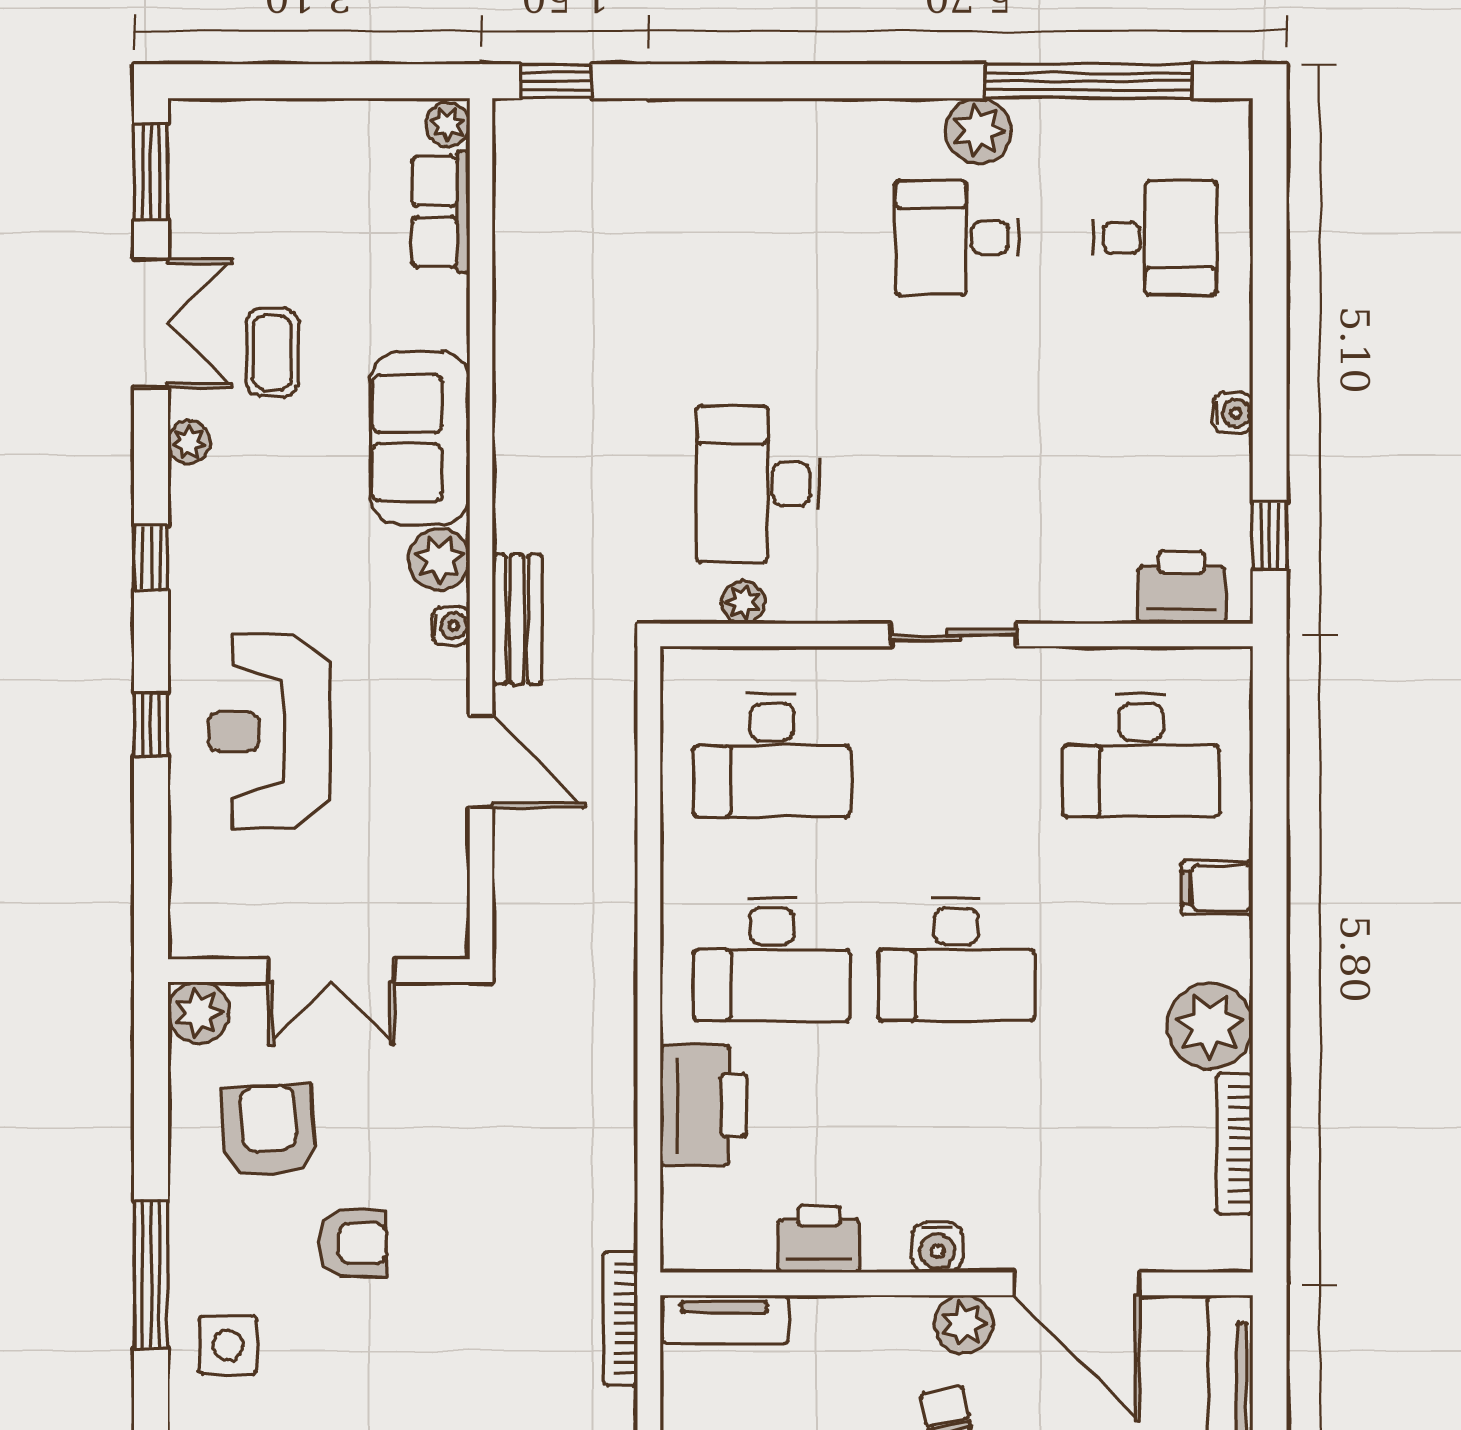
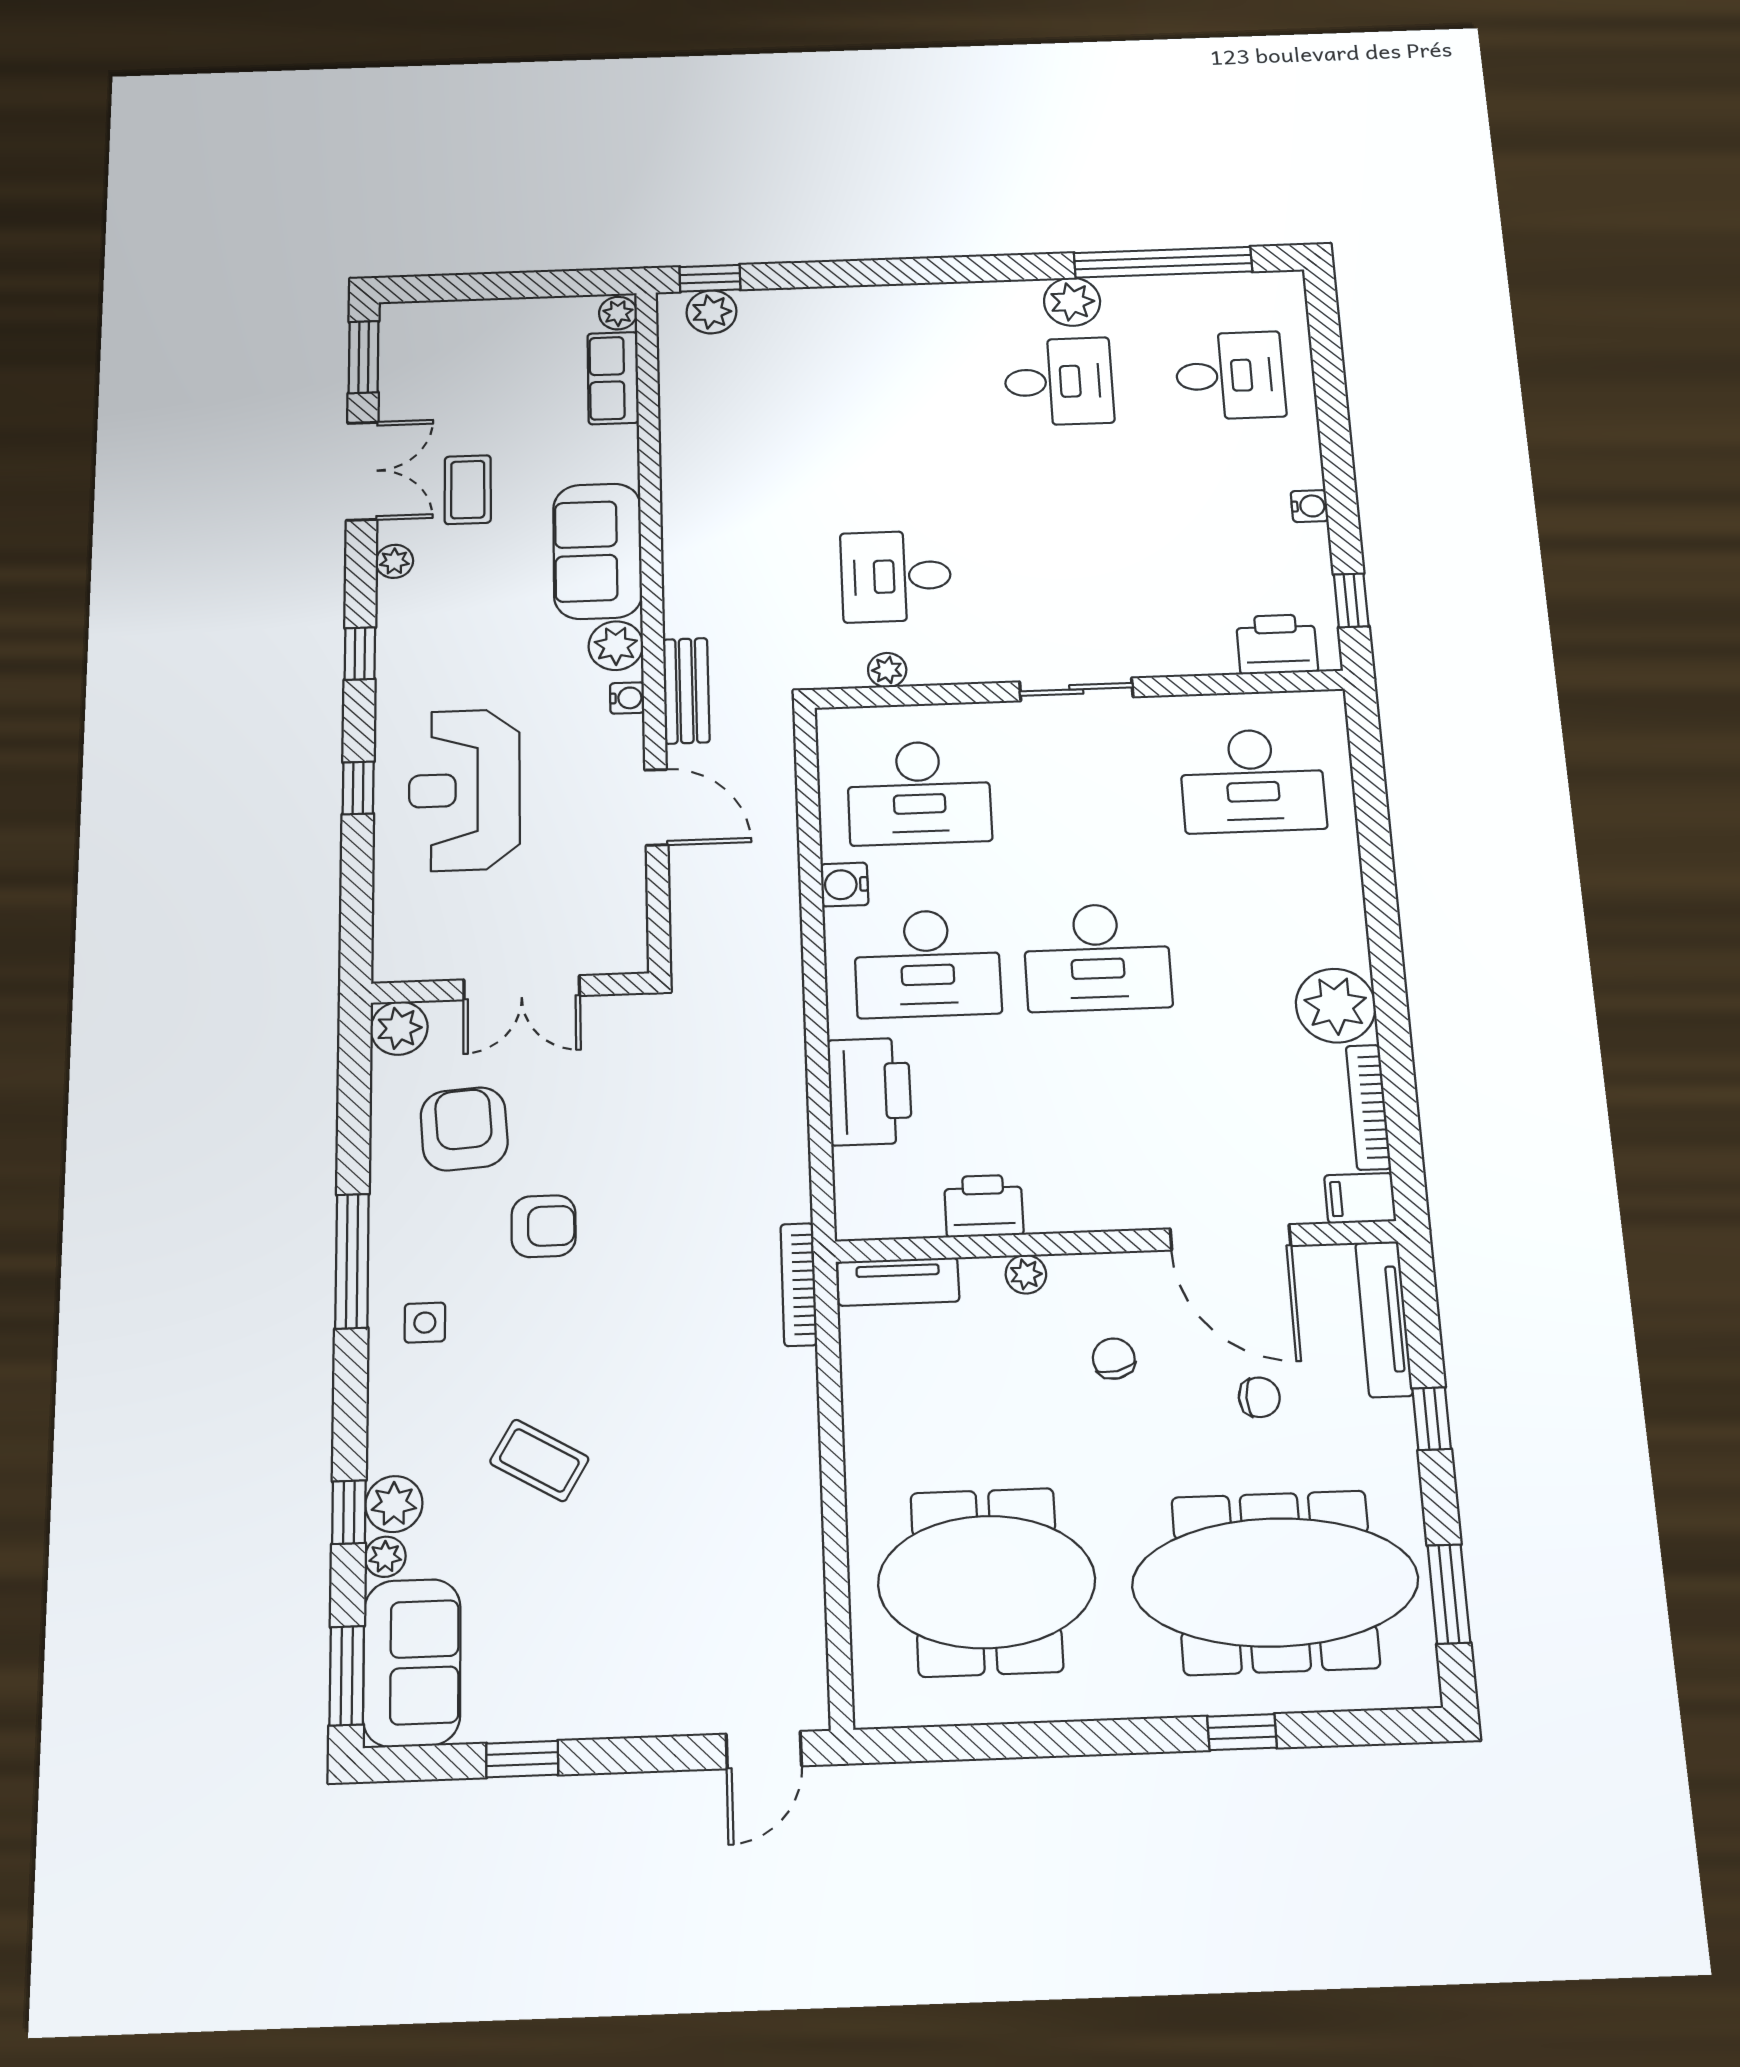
plant: (557, 127) -> (711, 312), added
desk: (956, 238) -> (1059, 382), turned 180
desk: (758, 484) -> (896, 576), width x0.73
filing cabinet: (1217, 888) -> (1360, 1198), moved
water cooler: (937, 1247) -> (844, 885), moved, turned 90
plant: (963, 1324) -> (1026, 1274), moved, width x0.73, depth x0.73
side table: (228, 1345) -> (425, 1323), width x0.73, depth x0.73

